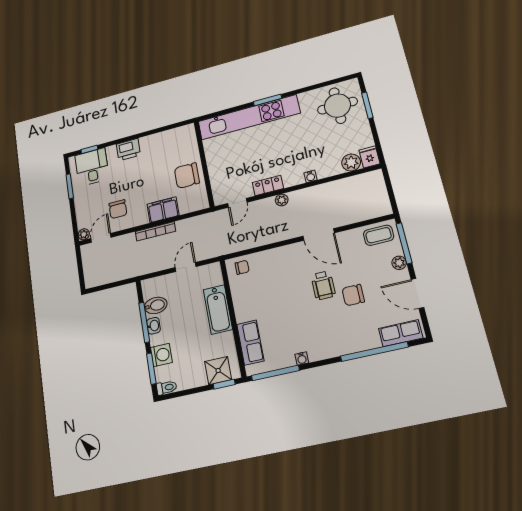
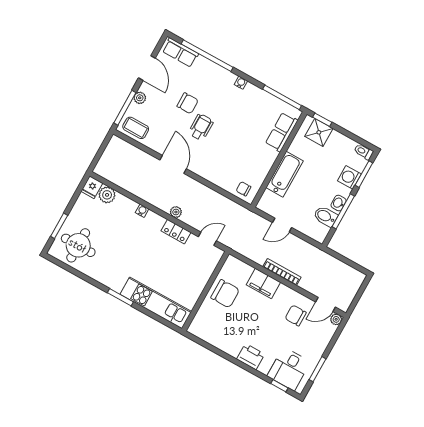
kitchen unit: (249, 117) -> (156, 303), width x0.73
chair: (118, 209) -> (296, 315), turned -90
water cooler: (302, 359) -> (241, 83), moved

